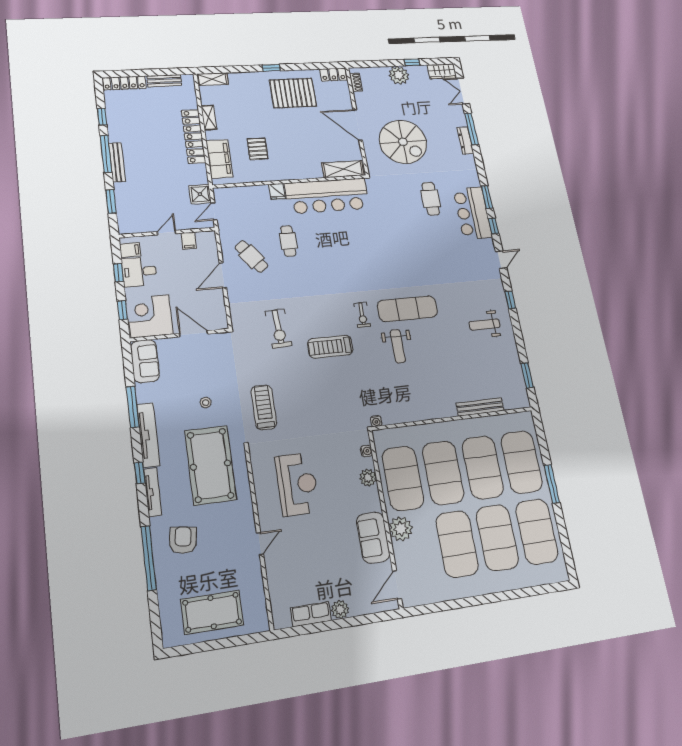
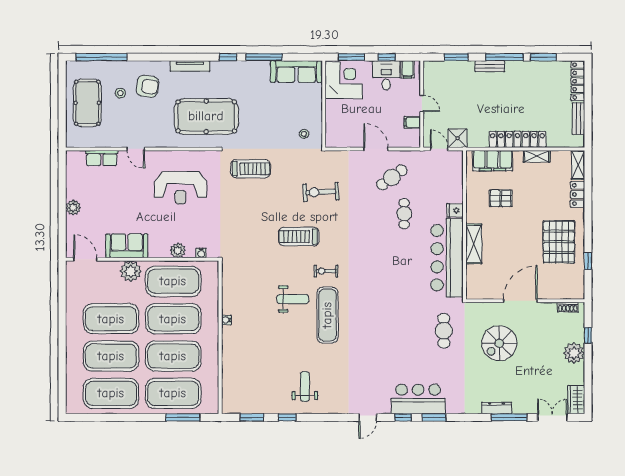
window: (412, 62) -> (588, 335), moved
window: (271, 68) -> (588, 261), moved
locker: (333, 75) -> (578, 194), moved
window: (102, 117) -> (543, 57), width x1.50
spiral stairs: (403, 142) -> (499, 343), width x0.73, depth x0.73
bench: (117, 162) -> (490, 66), width x0.73
shelving: (343, 169) -> (474, 244), moved
cafe table: (431, 199) -> (444, 331), moved, turned 90
cafe table: (288, 241) -> (404, 214), turned 90
door: (501, 260) -> (368, 417), hinge flipped
window: (510, 300) -> (287, 417), moved
window: (122, 310) -> (351, 57), width x1.50
door: (193, 334) -> (324, 116), removed
weight bench: (398, 346) -> (293, 299), turned 180
treadmill: (330, 347) -> (299, 236), turned -90
sofa: (145, 361) -> (296, 72), width x1.36
stool: (206, 403) -> (304, 134), moved
bench: (480, 407) -> (228, 365), removed
water cooler: (376, 421) -> (226, 320), moved
tv unit: (148, 435) -> (238, 68), removed
window: (140, 473) -> (228, 57), moved
window: (552, 484) -> (183, 417), moved
window: (149, 558) -> (101, 57), moved
stool: (195, 572) -> (120, 93), added
row of seats: (311, 614) -> (102, 158), moved, turned 90

